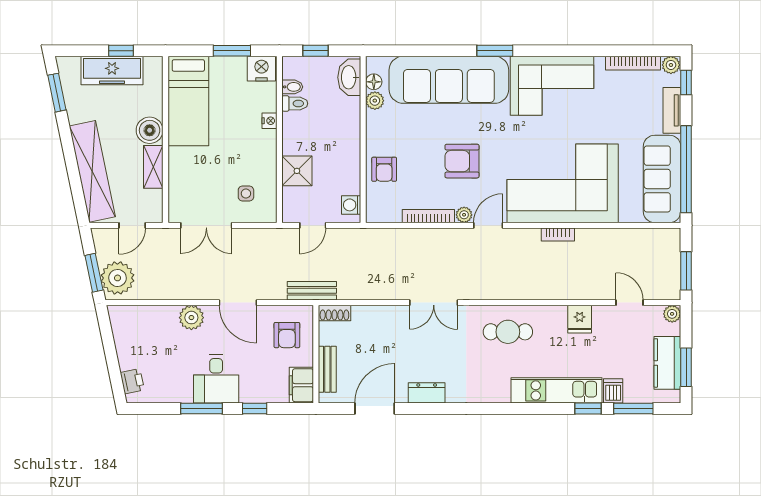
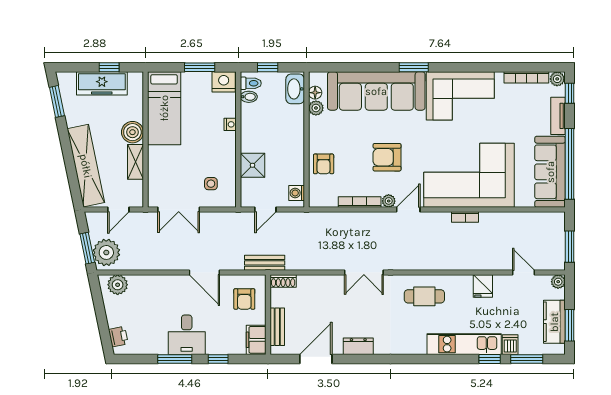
toilet: (295, 103) -> (251, 83), moved
plant: (191, 318) -> (118, 285), moved

